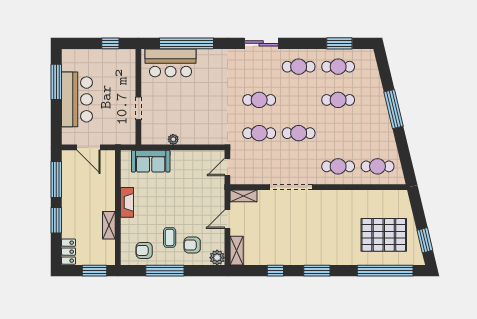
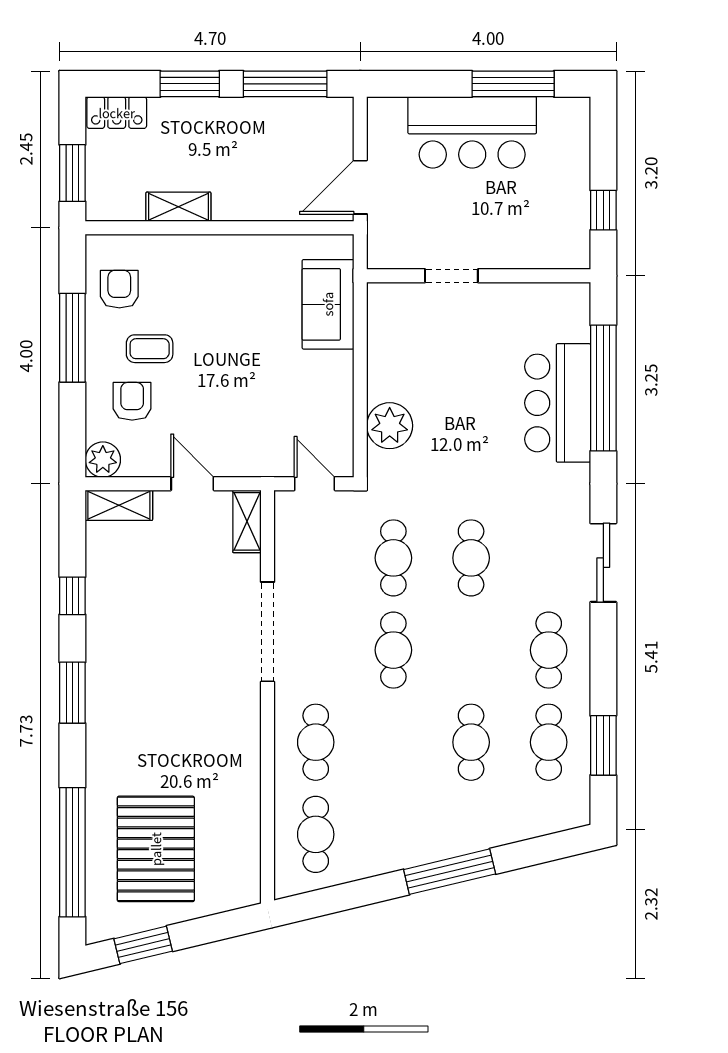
bar counter: (171, 63) -> (558, 403), moved
plant: (173, 139) -> (390, 426), moved, width x1.88, depth x1.88
door: (89, 147) -> (360, 187), moved
fireplace: (127, 202) -> (232, 249), removed

